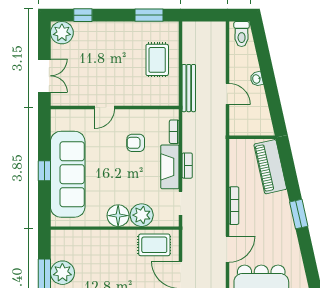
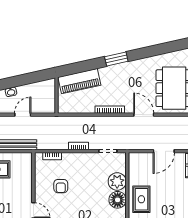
fireplace: (170, 167) -> (80, 159), removed
rug: (154, 245) -> (141, 199), moved

